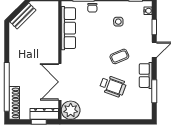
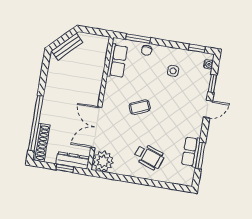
row of seats: (68, 28) -> (117, 61), width x0.68
coffee table: (119, 56) -> (140, 107), moved
row of seats: (146, 76) -> (191, 152), moved
wheelchair: (113, 86) -> (149, 157), moved

